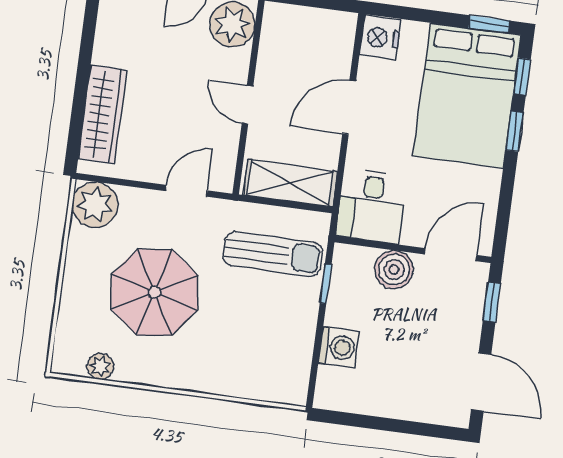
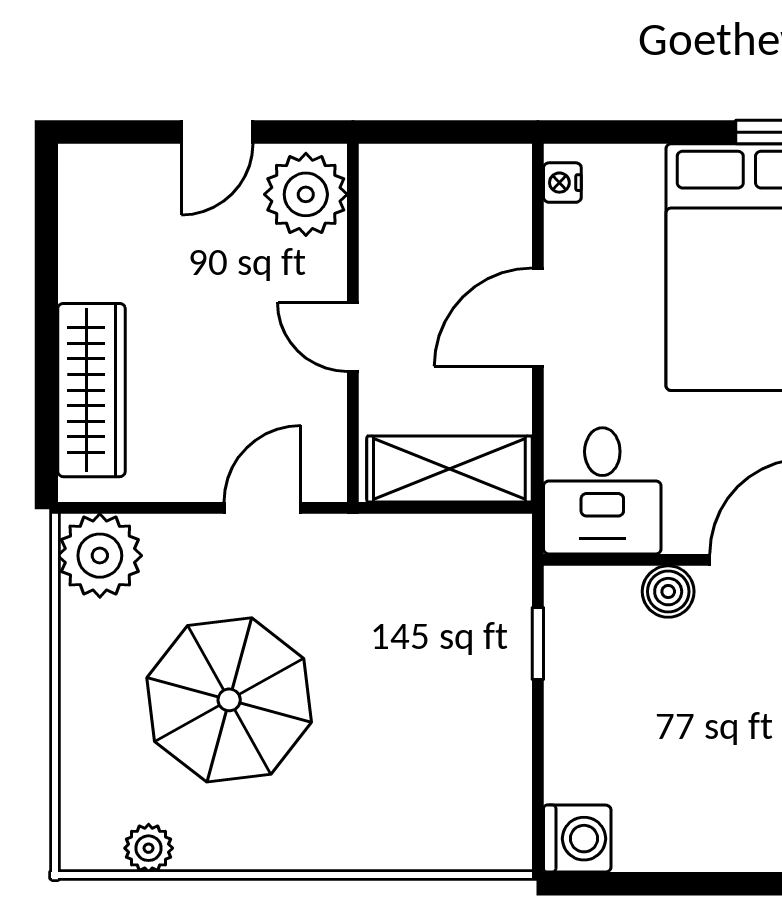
nightstand: (380, 37) -> (562, 183), width x0.53, depth x0.56
sun lounger: (273, 254) -> (435, 602), removed
boiler: (394, 270) -> (668, 592), width x0.73, depth x0.73
washing machine: (339, 347) -> (577, 839), moved

